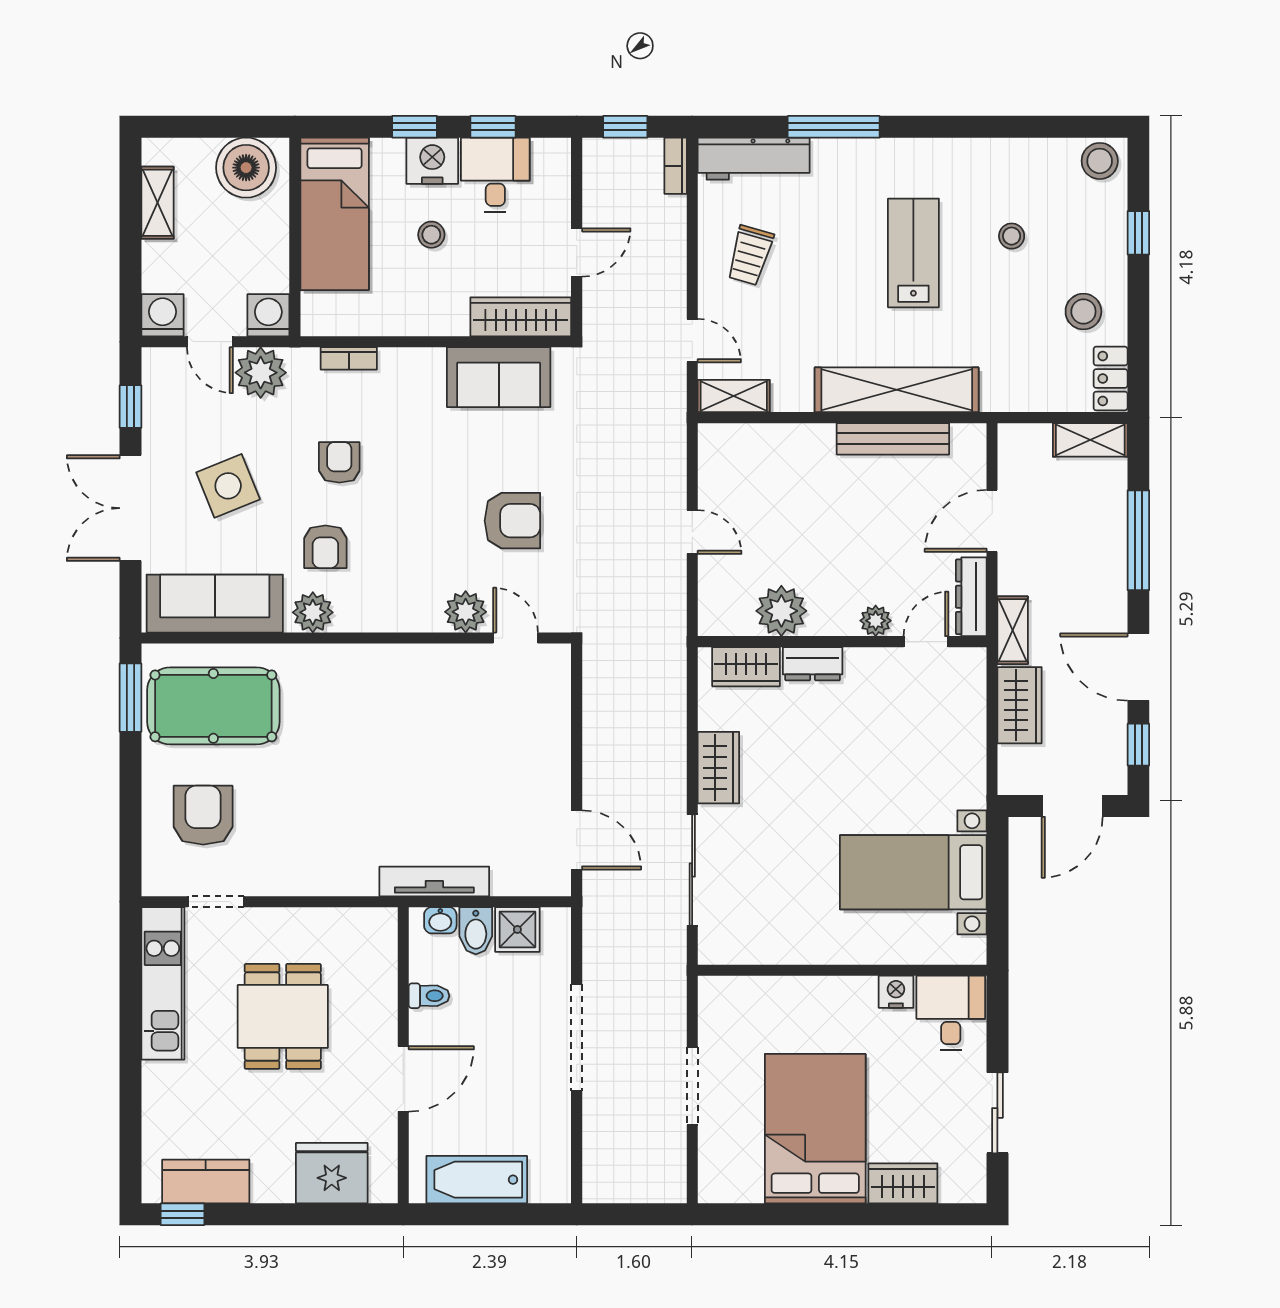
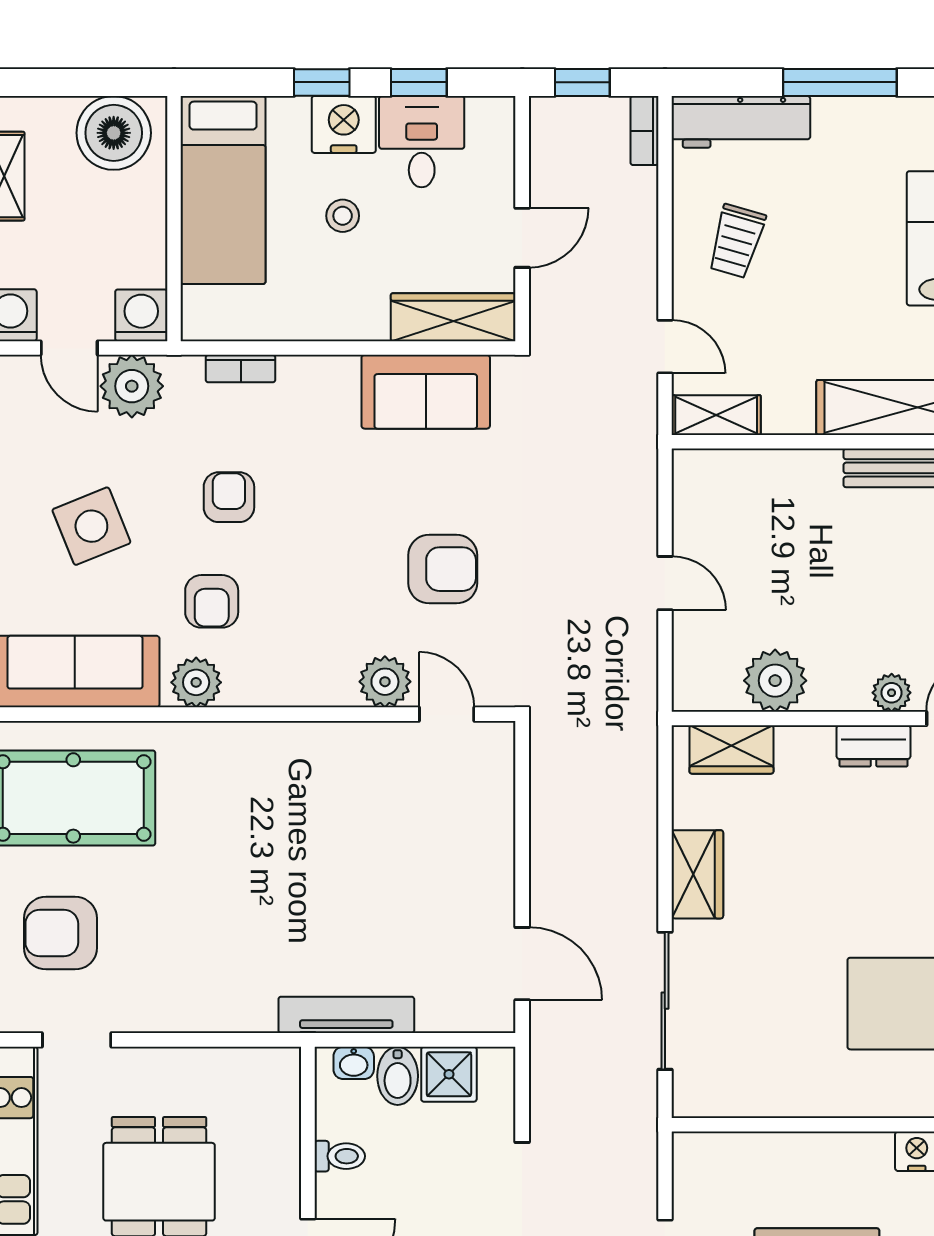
dresser: (813, 664) -> (874, 746), moved
armchair: (203, 815) -> (61, 933), turned -90

